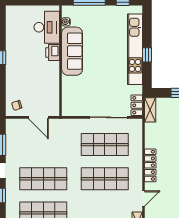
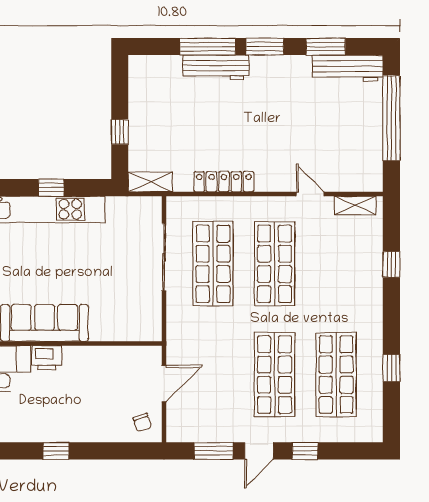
locker: (137, 105) -> (142, 206), removed
locker: (150, 165) -> (224, 182), moved

